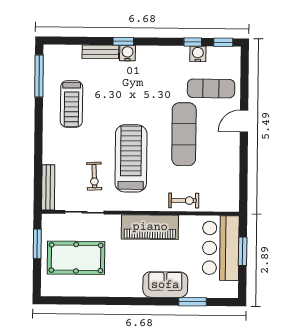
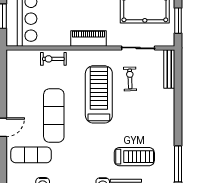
treadmill: (71, 104) -> (134, 157), moved, turned 90
treadmill: (131, 158) -> (99, 94), turned 180
piano: (150, 227) -> (89, 38), width x0.73, depth x0.75

